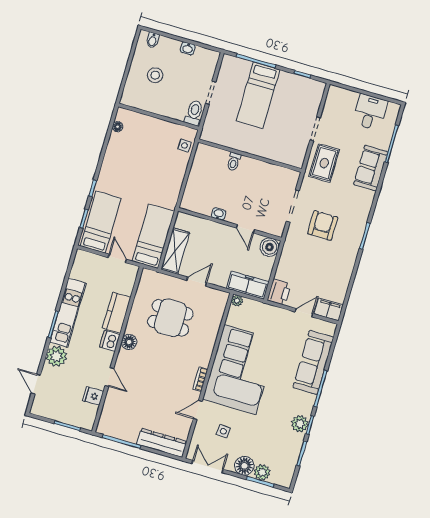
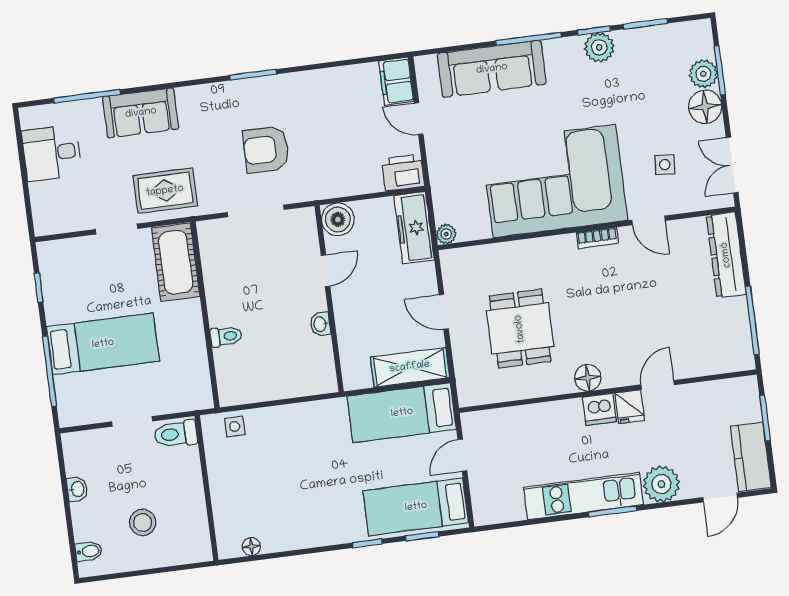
cot: (284, 152) -> (176, 262), added
kitchen counter: (117, 313) -> (751, 457), moved, turned 90
fridge: (93, 396) -> (630, 407), moved

